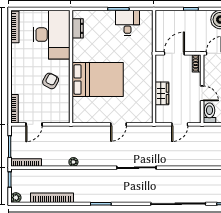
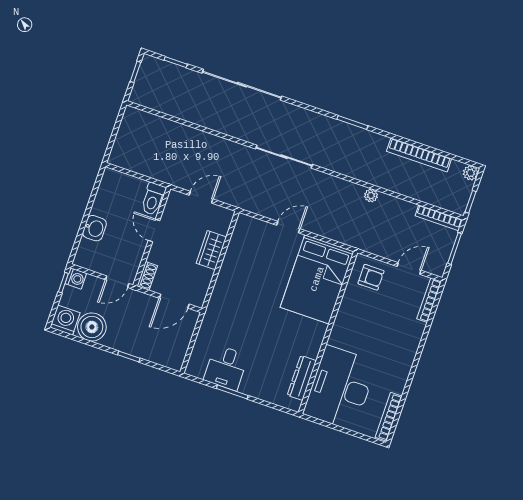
dresser: (78, 28) -> (302, 378), width x1.44
bed: (98, 79) -> (317, 279), moved, turned -90
armchair: (51, 81) -> (371, 277), moved, turned -118

